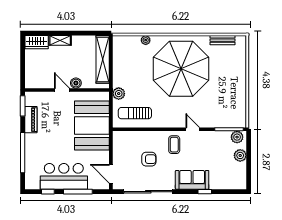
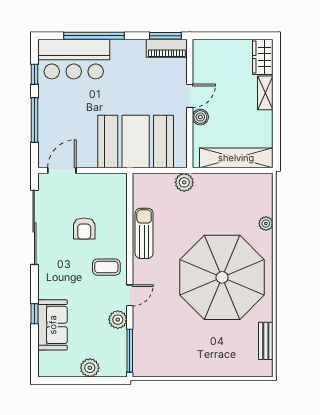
sun lounger: (135, 113) -> (144, 233), moved
piano: (31, 120) -> (167, 48), moved
plant: (237, 137) -> (118, 320), moved
bar counter: (64, 176) -> (74, 59), moved, turned 90
sofa: (192, 180) -> (53, 325), moved

